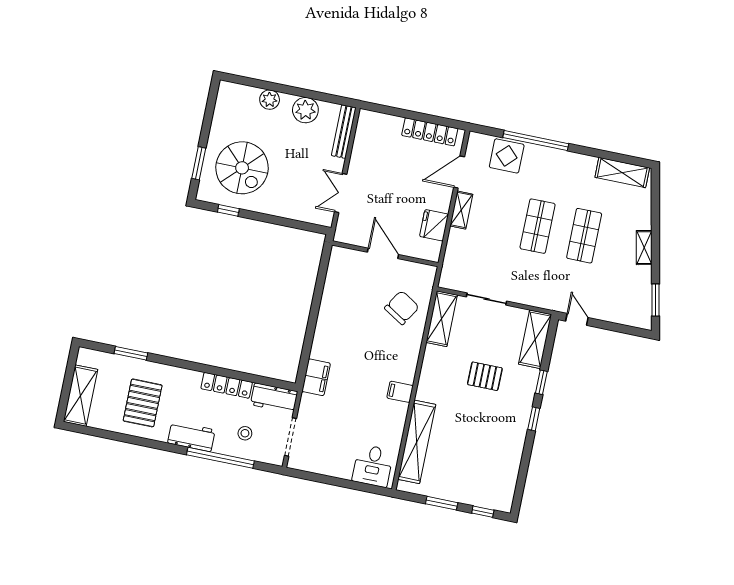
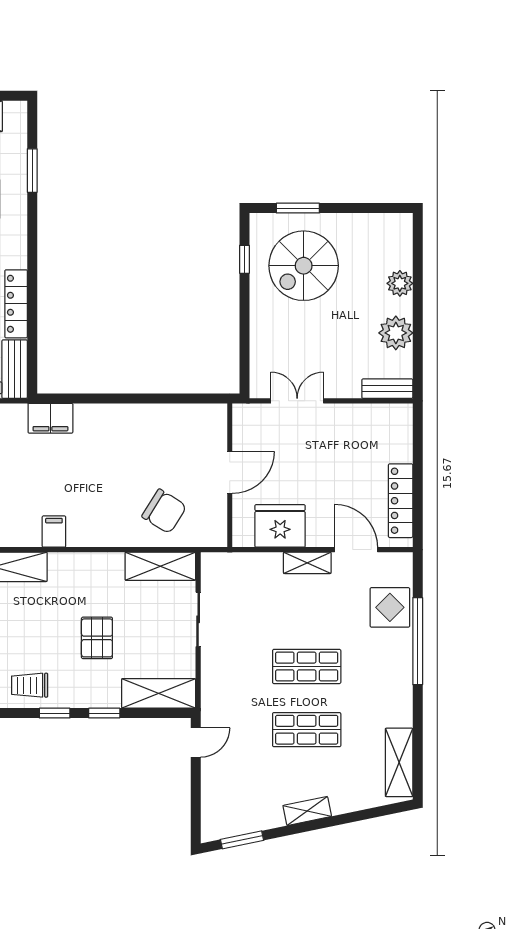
bench: (344, 132) -> (387, 389), width x0.73
fridge: (434, 225) -> (280, 526), width x1.36, depth x1.34
trolley: (509, 433) -> (30, 685), added

